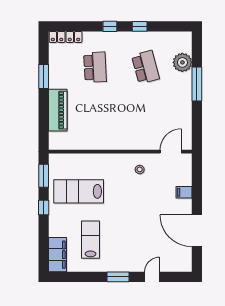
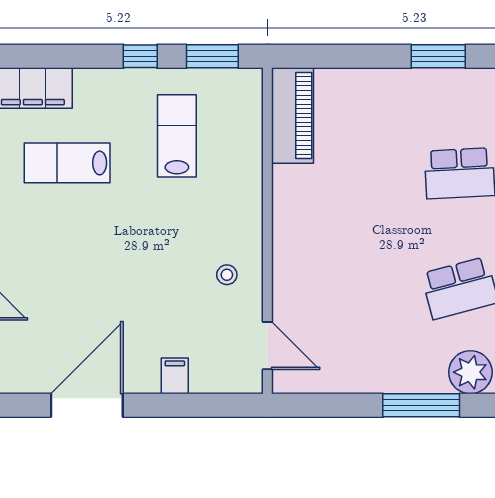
piano: (58, 110) -> (292, 116), moved, turned -90
lab bench: (79, 191) -> (177, 136), width x0.73, depth x0.72
lab bench: (91, 240) -> (67, 163), turned 180

